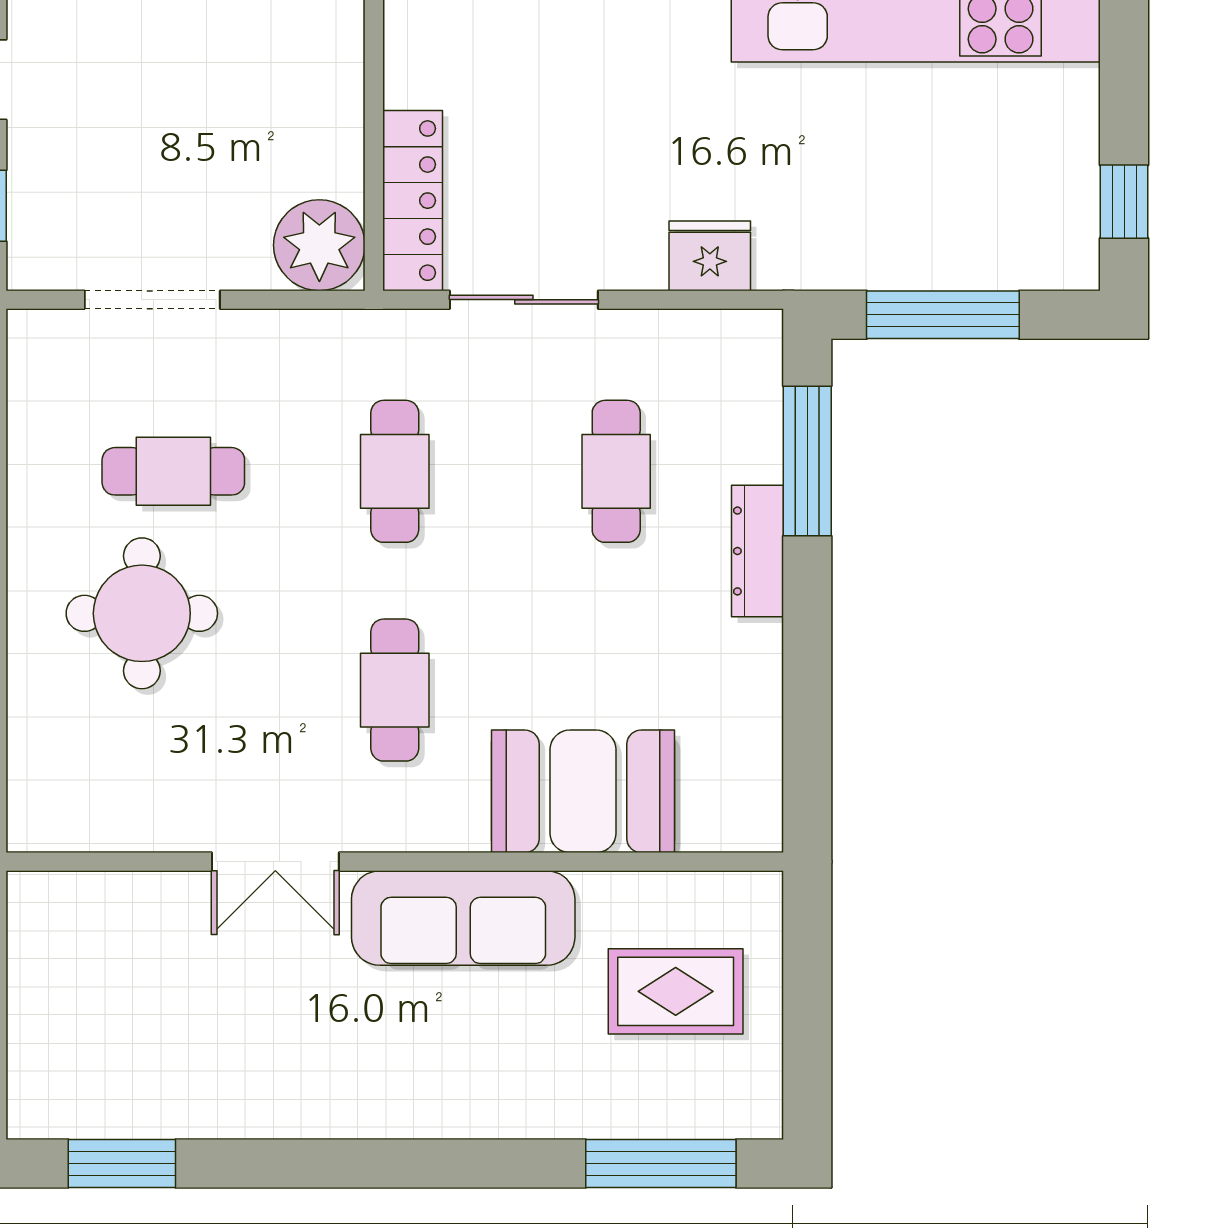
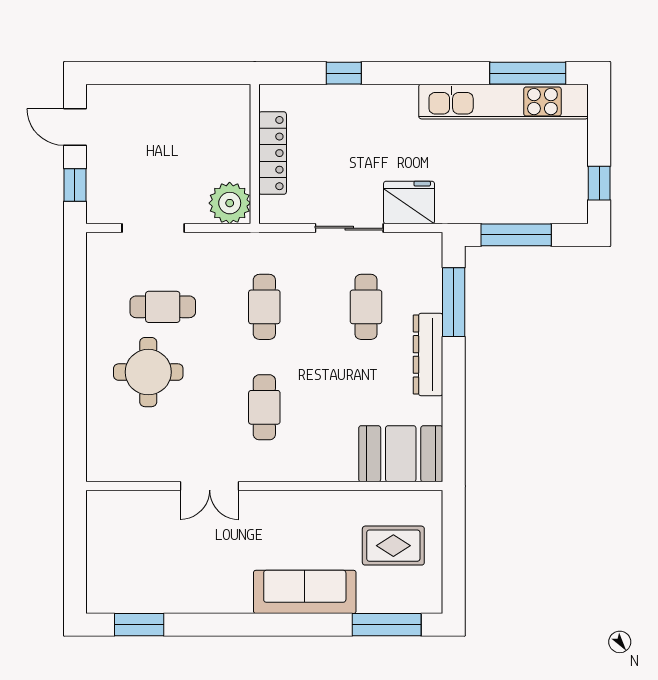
locker: (413, 201) -> (273, 153), moved
fridge: (710, 256) -> (409, 203), width x1.36, depth x1.34
sliding door: (524, 300) -> (349, 228), moved
dresser: (758, 551) -> (428, 354), width x1.37, depth x1.24
booth: (583, 791) -> (401, 454), moved
sofa: (463, 918) -> (305, 592), moved, turned 180

